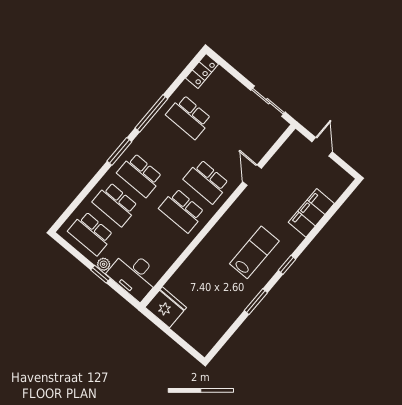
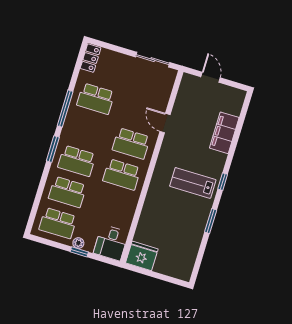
lab bench: (254, 252) -> (193, 183), turned -90
desk: (134, 275) -> (111, 243), width x0.73

